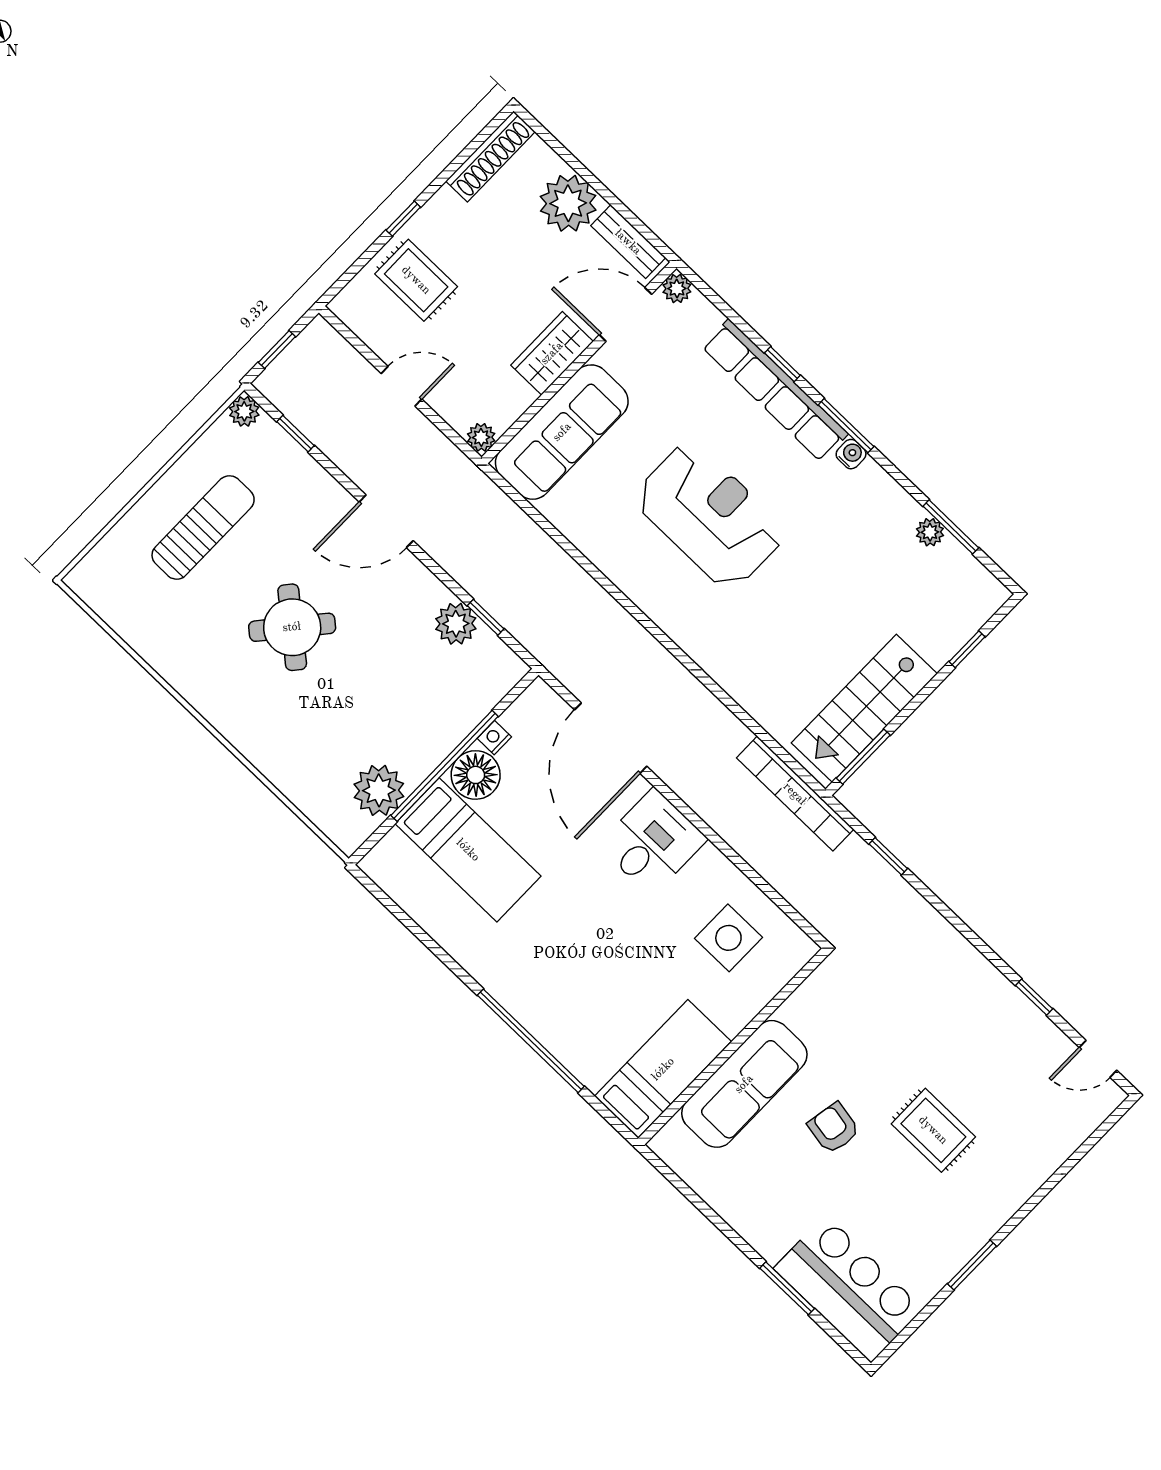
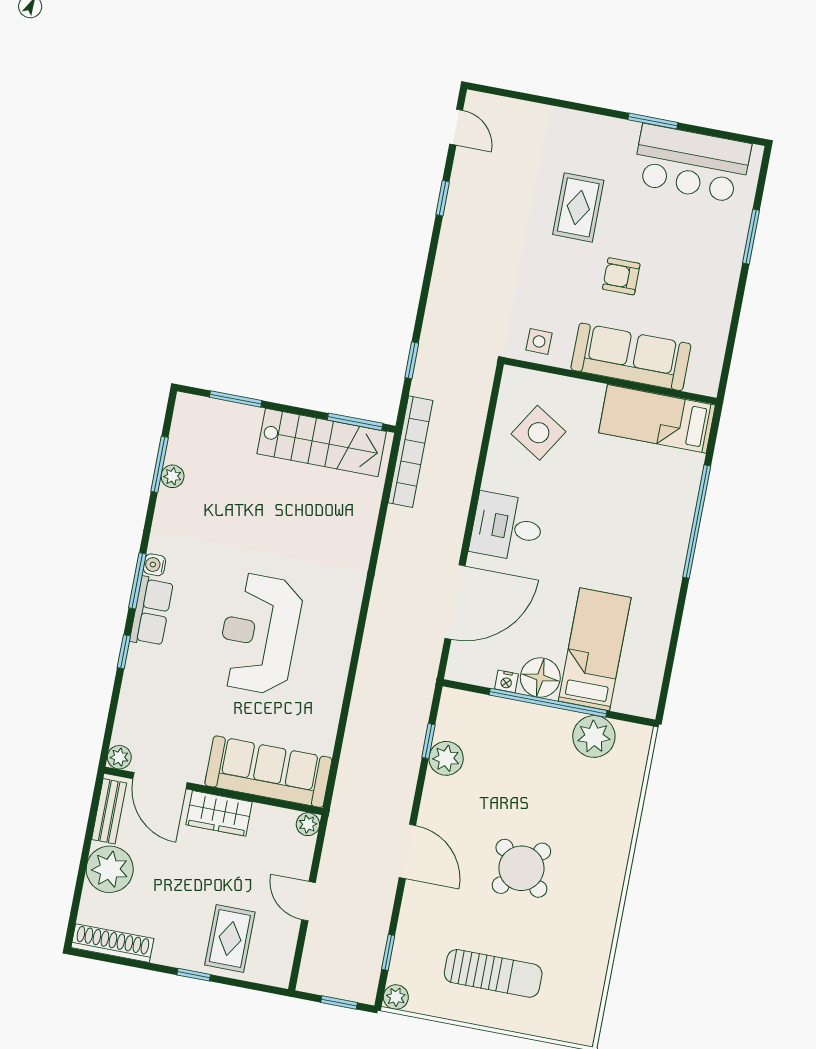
row of seats: (775, 390) -> (151, 611), width x0.50
sun lounger: (203, 527) -> (493, 973), turned 180
window: (967, 649) -> (236, 399), width x1.50
side table: (728, 938) -> (539, 433), turned 32
side table: (822, 1000) -> (539, 341), added
armchair: (834, 1128) -> (621, 276), turned 80
bar counter: (848, 1289) -> (692, 163), moved, turned -90

